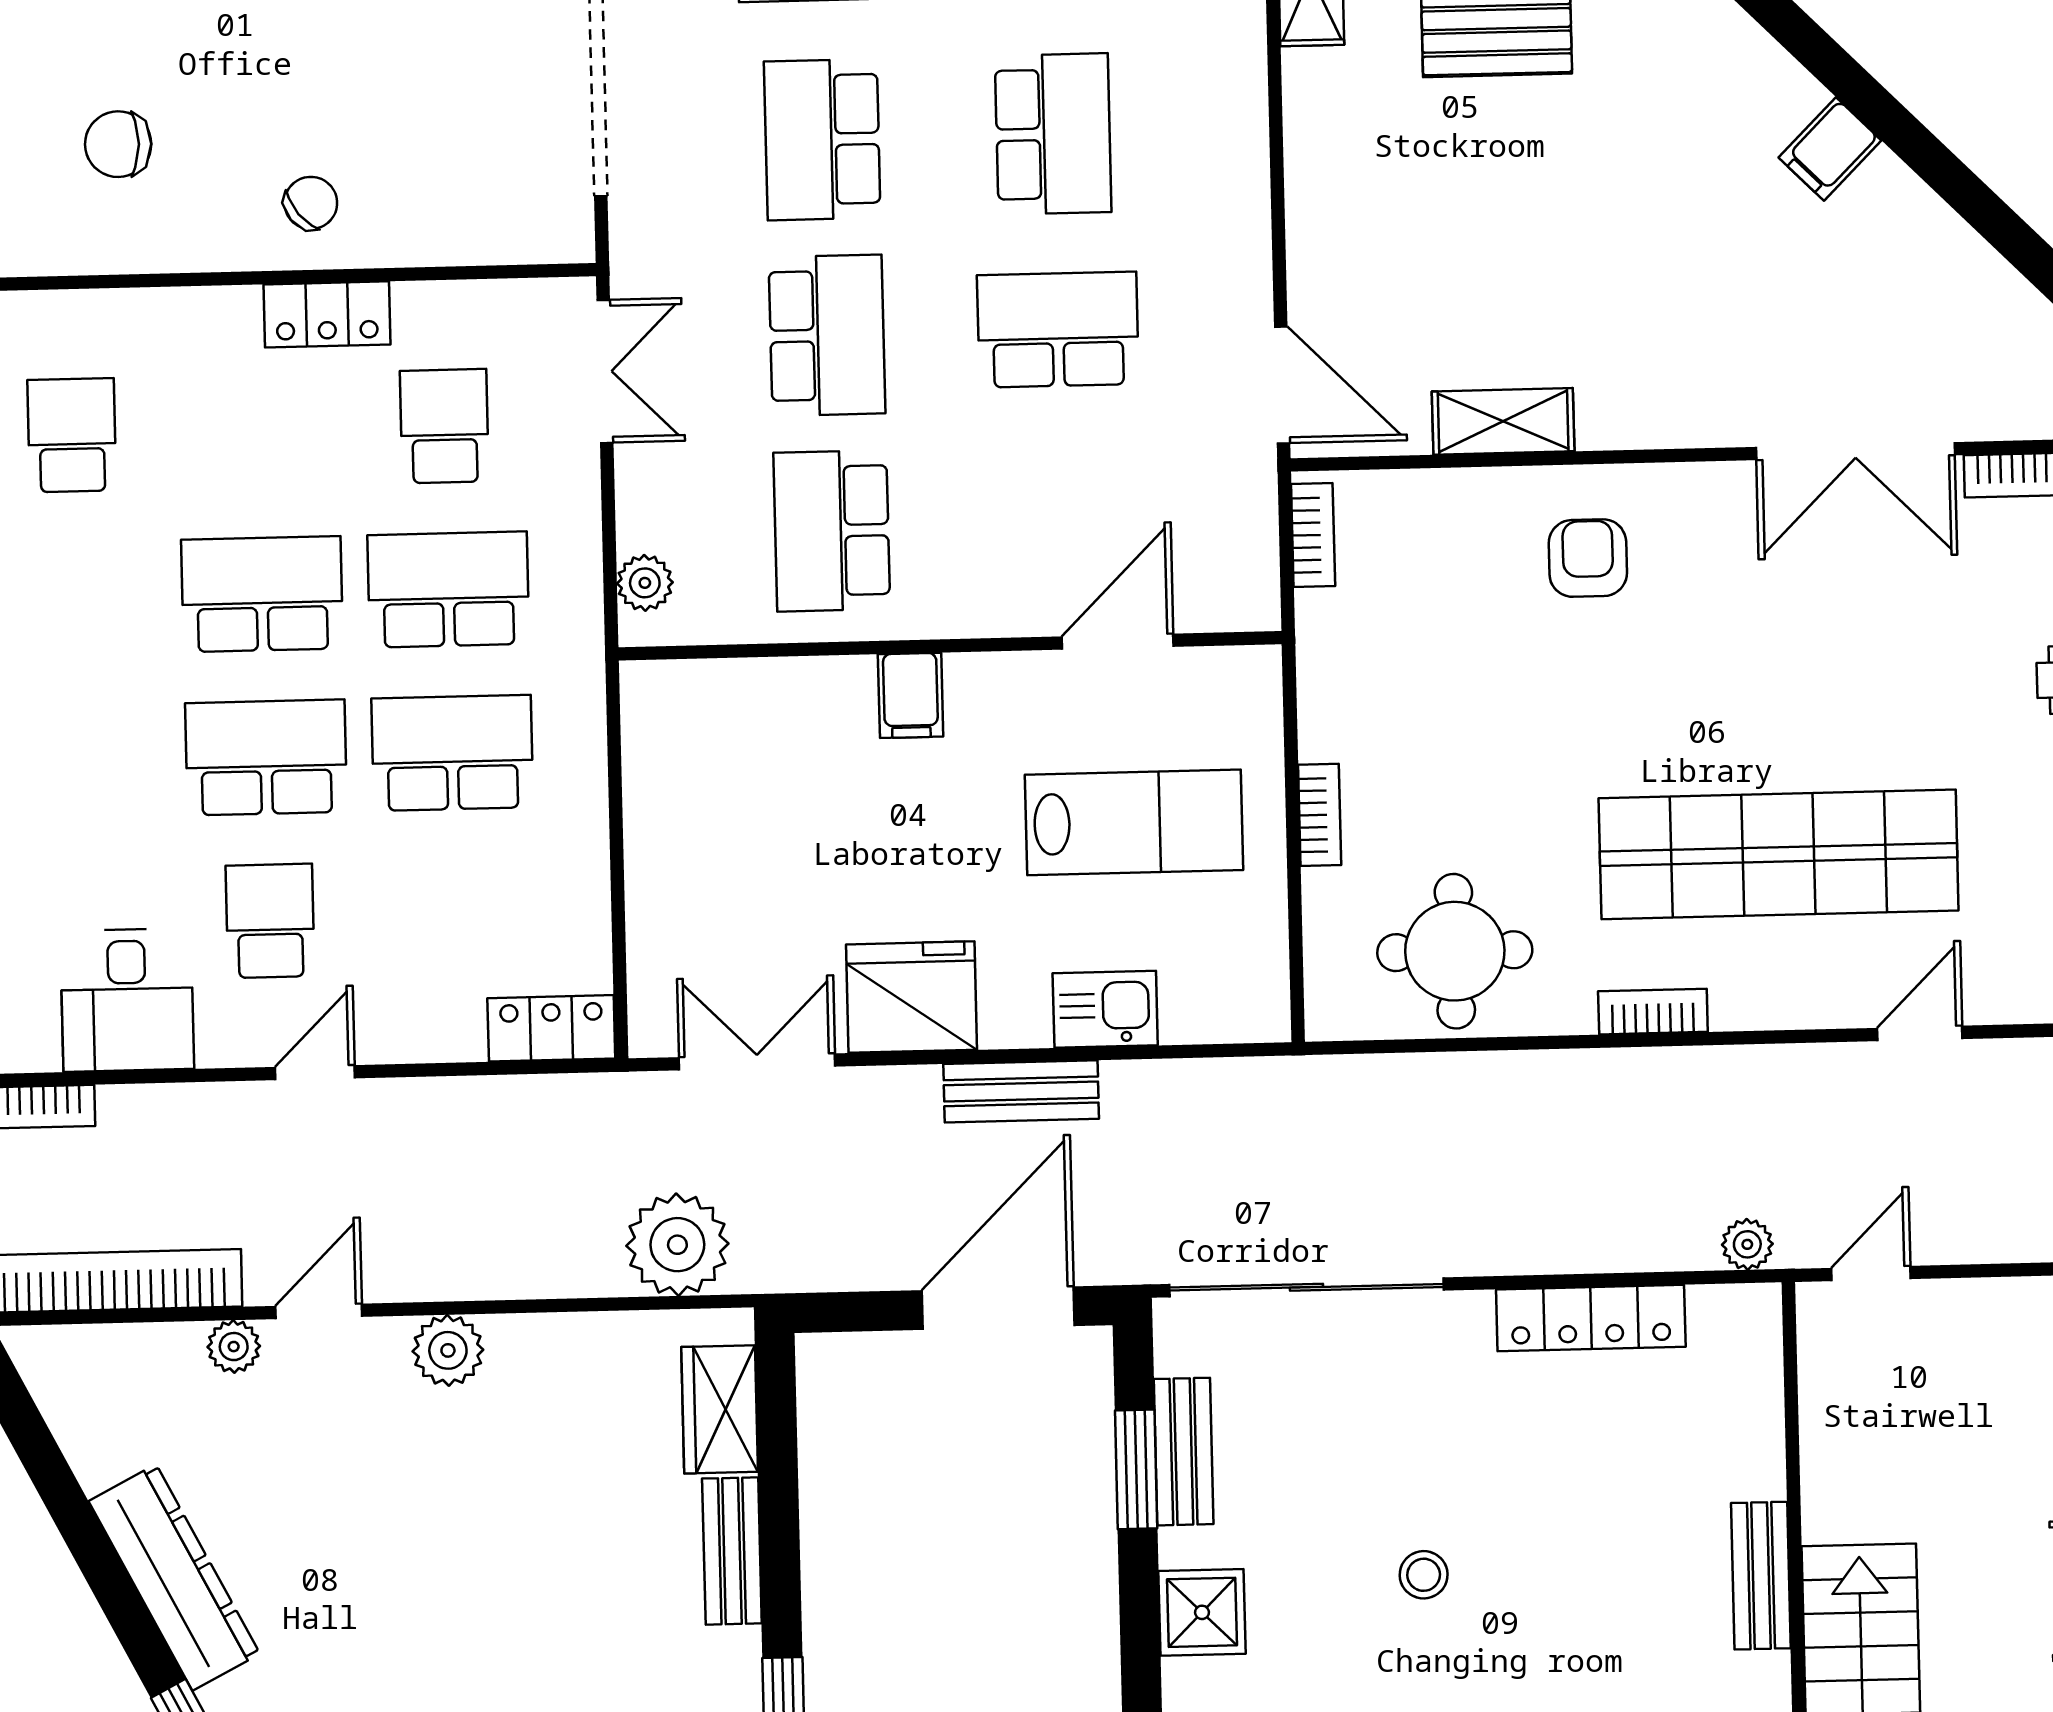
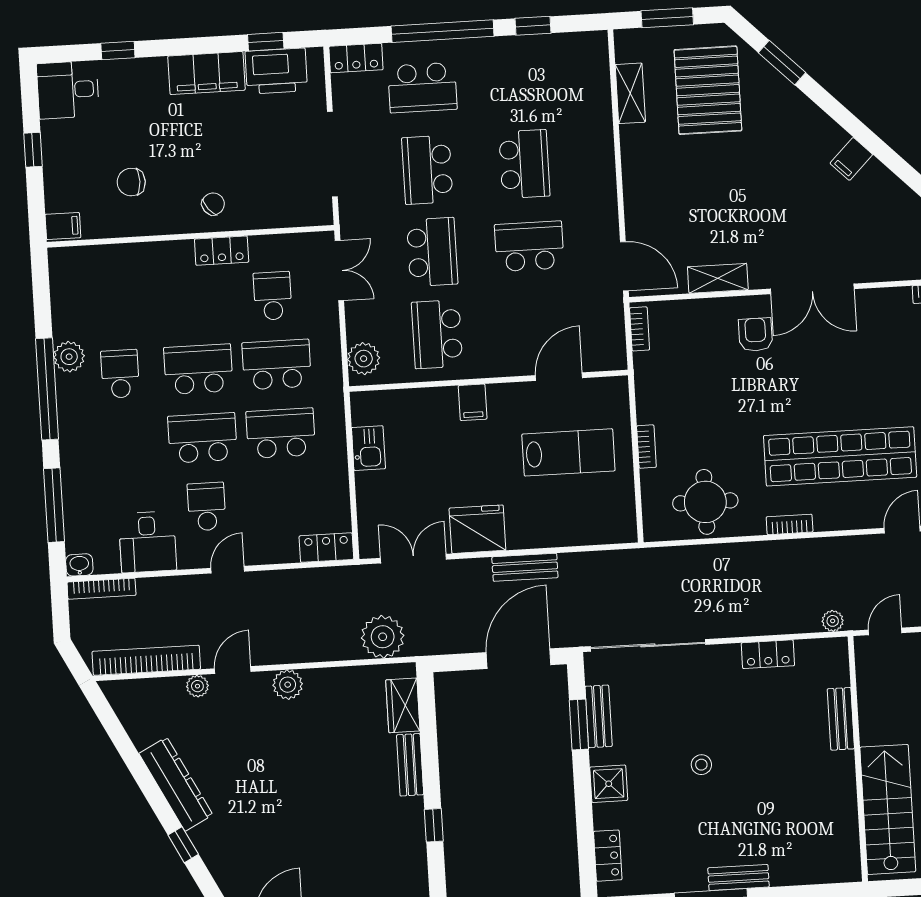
school desk: (72, 435) -> (120, 374), moved
double door: (1855, 451) -> (812, 289), moved
plant: (645, 583) -> (364, 359), width x1.38, depth x1.38
kitchen sink: (1105, 1009) -> (368, 448), moved, turned 90
locker: (1591, 1318) -> (768, 654), width x0.66
bench: (1761, 1576) -> (841, 719), moved

